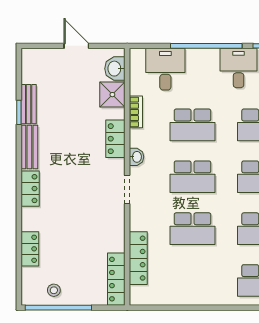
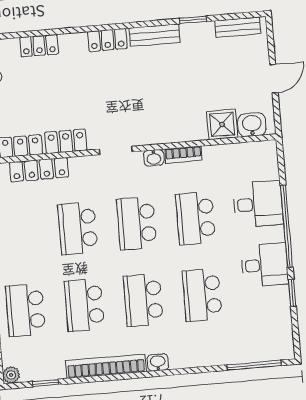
desk: (165, 69) -> (258, 204), moved
bench: (29, 104) -> (238, 27), moved
bookcase: (136, 112) -> (183, 155), moved
locker: (115, 139) -> (66, 141), moved

